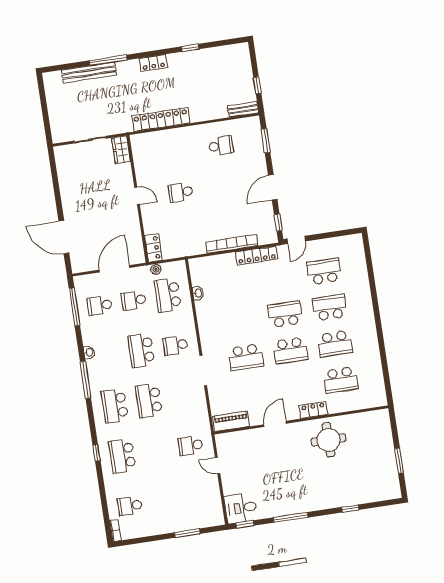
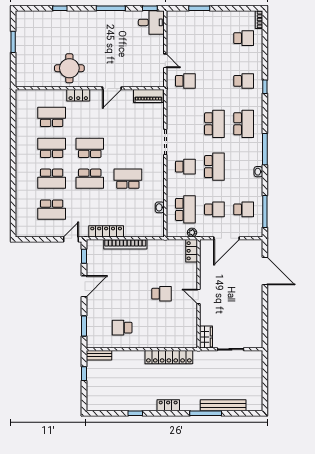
school desk: (246, 357) -> (128, 179), moved
school desk: (122, 456) -> (244, 81), width x0.54

